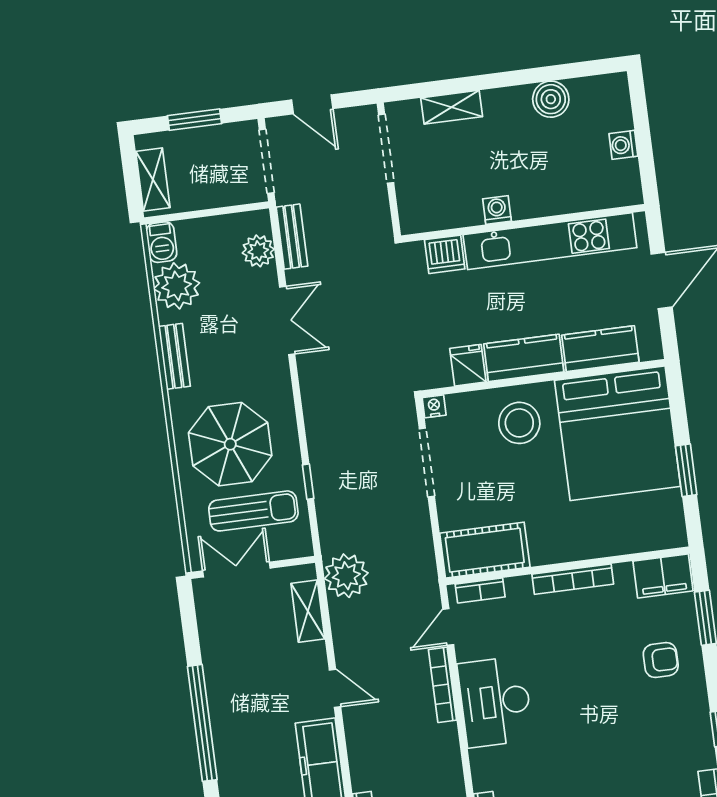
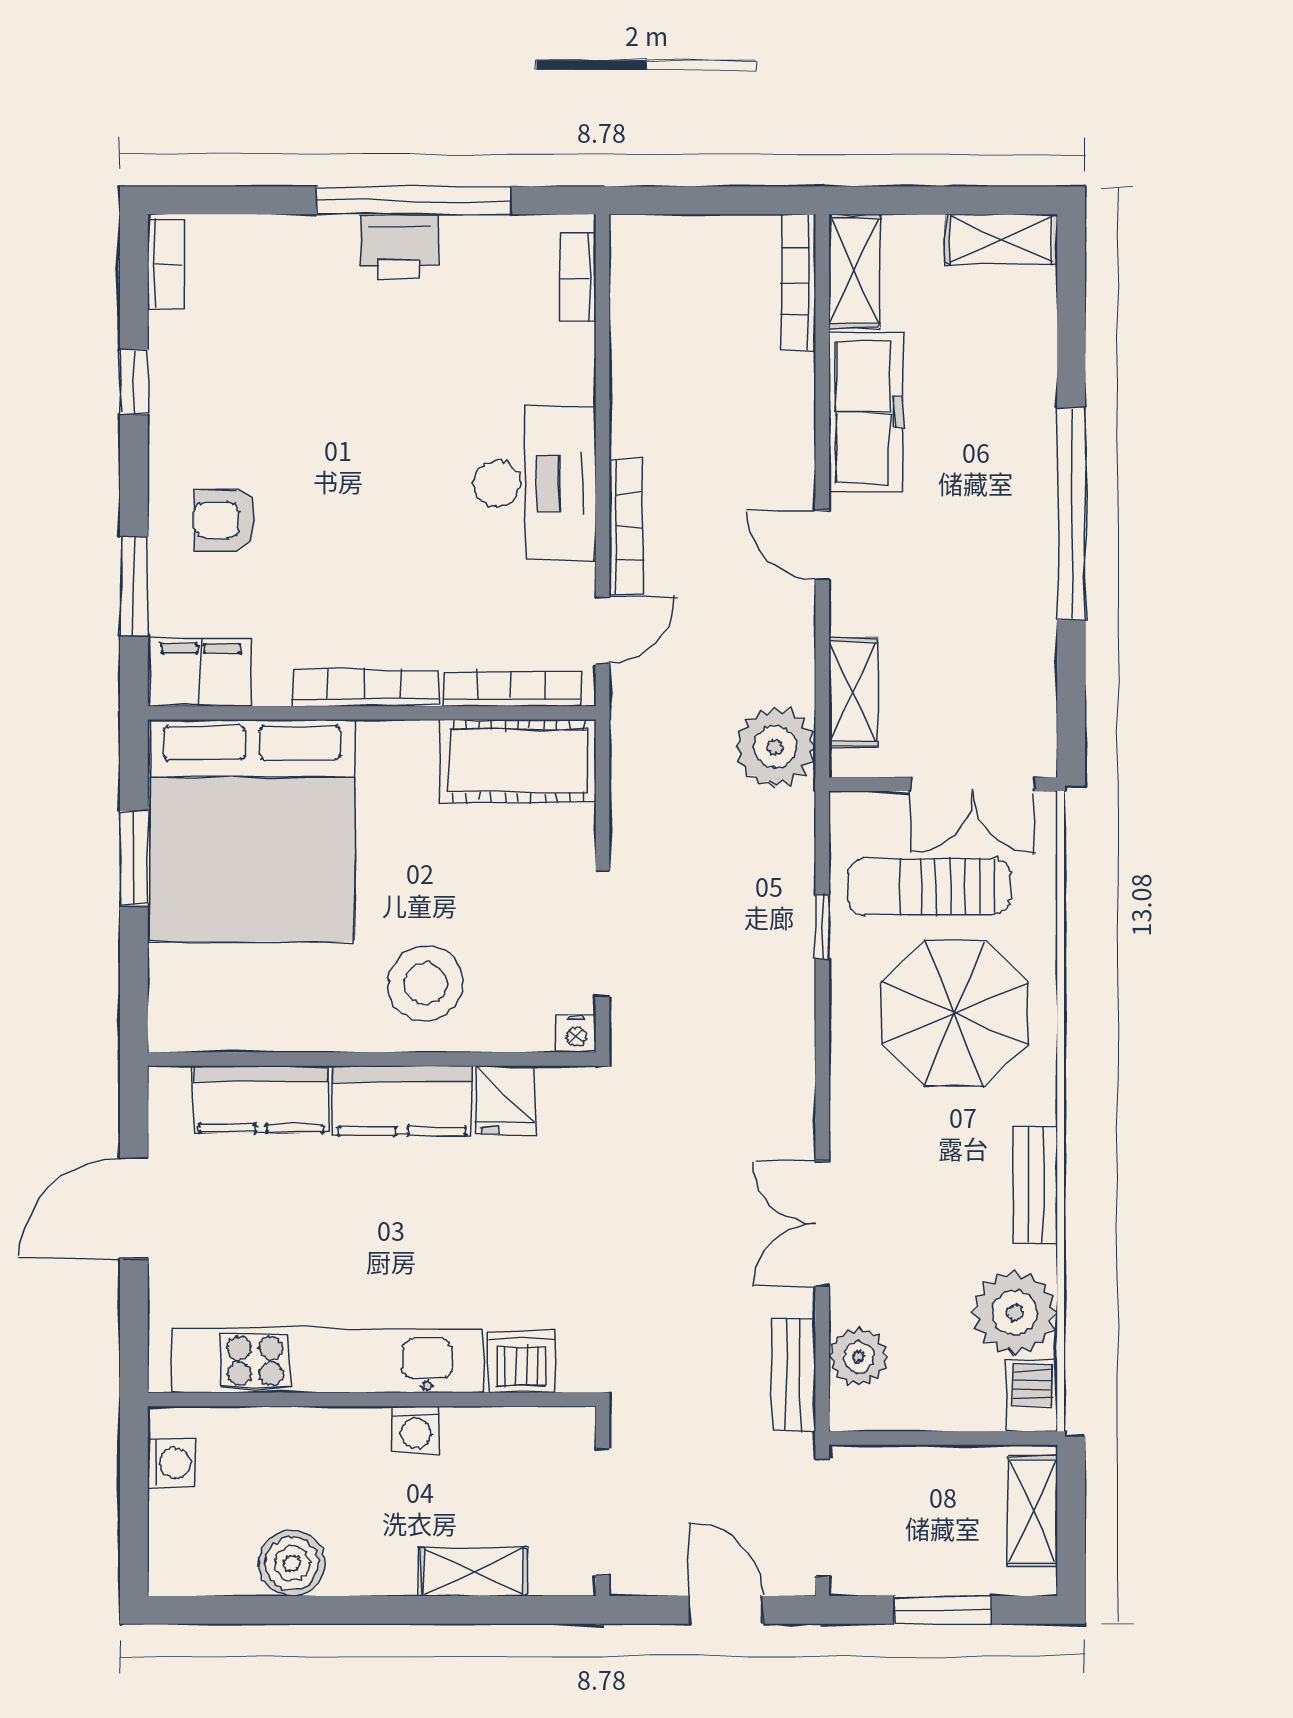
washing machine: (497, 210) -> (416, 1430), moved
wall: (523, 223) -> (372, 1400), moved
kitchen unit: (550, 241) -> (327, 1361), moved
dishwasher: (445, 254) -> (521, 1362), moved
bed: (618, 433) -> (252, 830), moved, turned 180
bookcase: (480, 590) -> (511, 689), width x1.56

